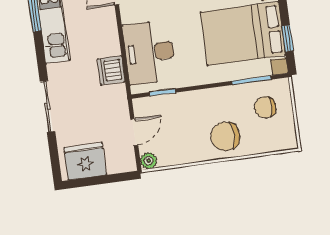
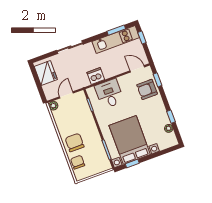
desk: (149, 52) -> (109, 94), width x0.73
chair: (265, 107) -> (78, 162), moved
door: (134, 132) -> (66, 95), swing flipped

